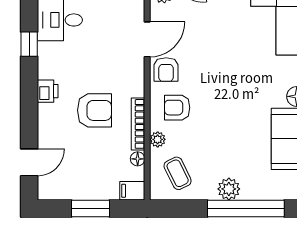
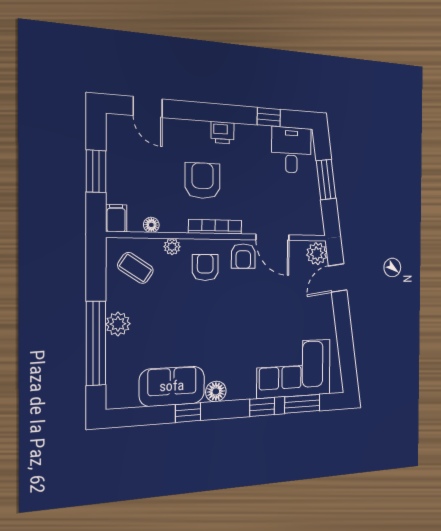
armchair: (166, 70) -> (243, 256), turned -90
armchair: (95, 110) -> (203, 181), turned 180
bookcase: (138, 124) -> (215, 227), moved
coffee table: (178, 173) -> (135, 268), turned 60

